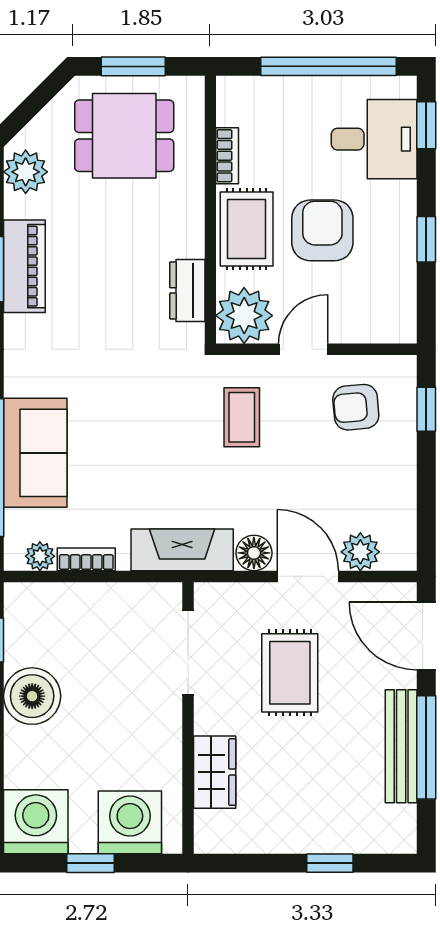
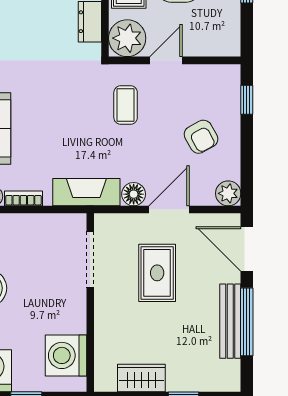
armchair: (356, 407) -> (201, 137), moved, turned -114
plant: (360, 552) -> (228, 193), moved
door: (308, 576) -> (169, 210), hinge flipped
wardrobe: (215, 772) -> (141, 378), moved, turned -90
washing machine: (130, 822) -> (66, 355), moved, turned -90

